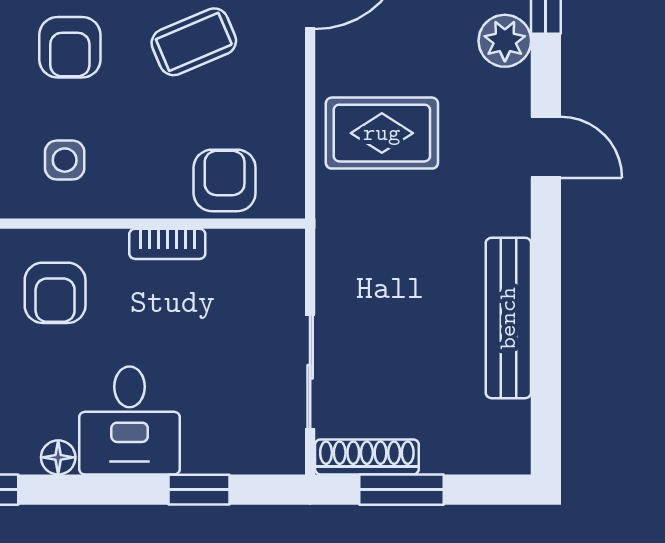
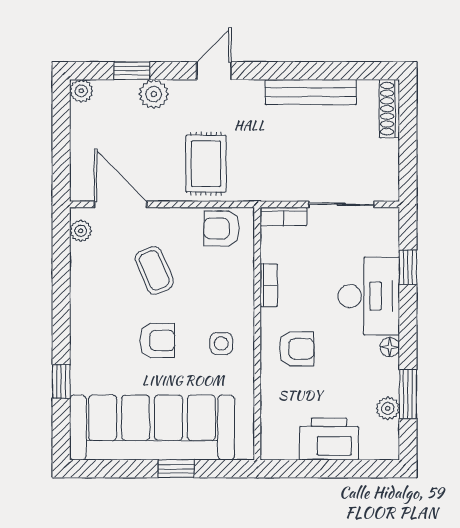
armchair: (225, 180) -> (222, 228), moved
bookcase: (289, 270) -> (283, 217), added
desk: (130, 420) -> (369, 296), width x1.37
shoe rack: (367, 457) -> (389, 109), moved
window: (401, 490) -> (408, 153), removed

